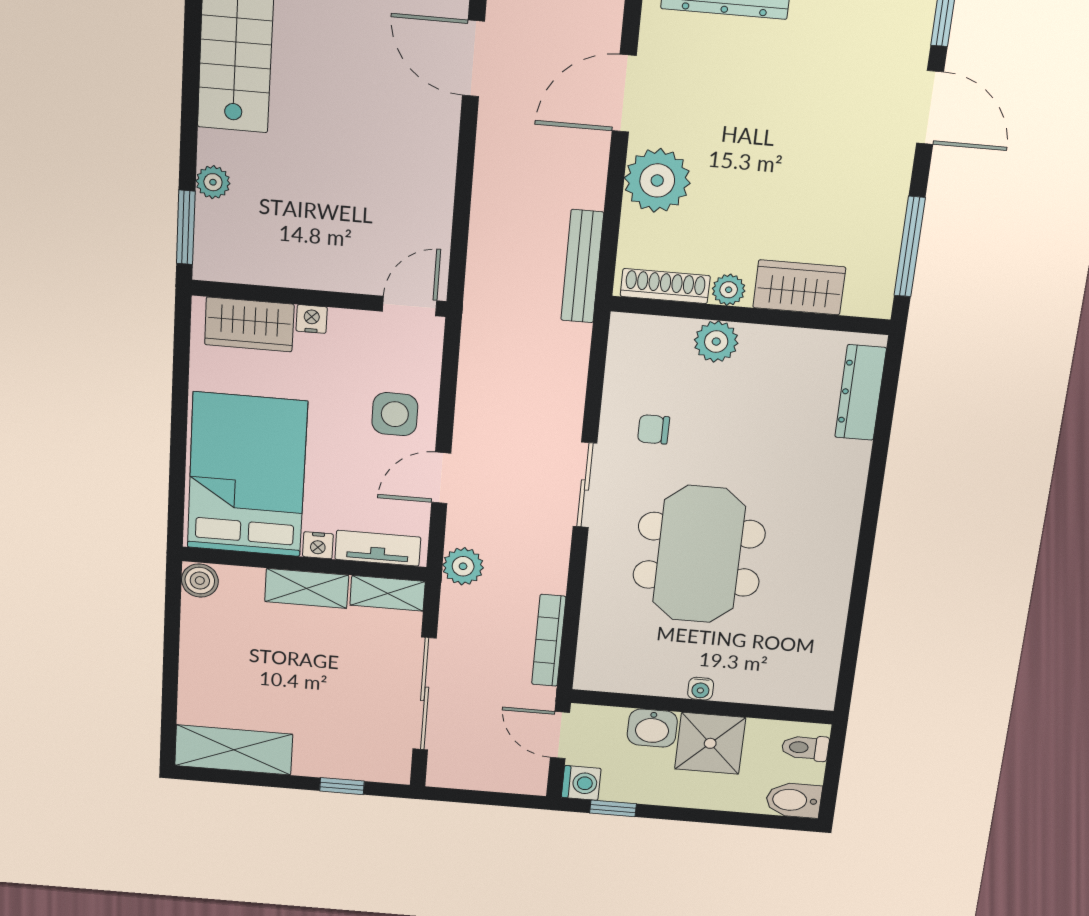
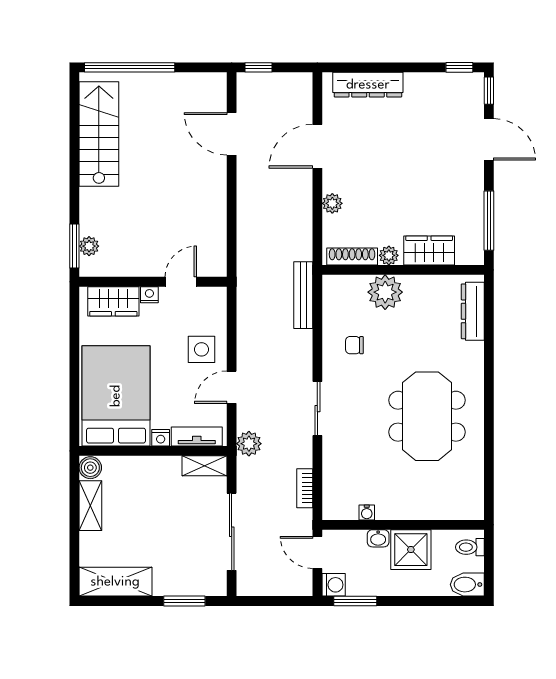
plant: (657, 180) -> (332, 203), width x0.53, depth x0.53
plant: (213, 182) -> (89, 246), moved
bench: (582, 266) -> (303, 295), moved
door: (410, 306) -> (181, 282), moved
plant: (716, 342) -> (385, 292), width x1.36, depth x1.36
sliding door: (585, 485) -> (317, 409), moved
meeting table: (699, 554) -> (427, 416), moved
shelving: (307, 588) -> (90, 506), moved, turned 90
bookcase: (549, 641) -> (305, 488), width x0.64
water cooler: (701, 689) -> (367, 512), moved
washbasin: (652, 728) -> (378, 538), width x0.72, depth x0.69
window: (342, 786) -> (184, 601), width x1.50
window: (613, 808) -> (355, 601), width x1.50

